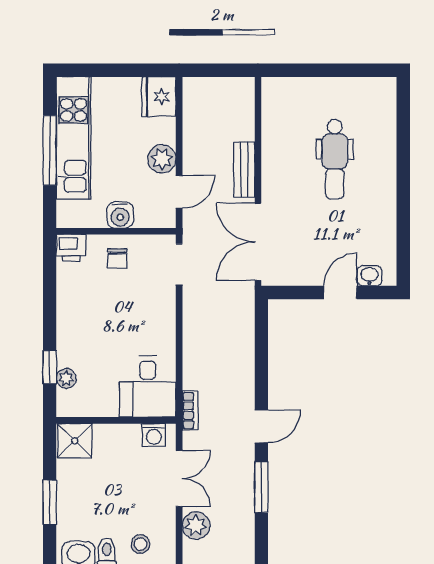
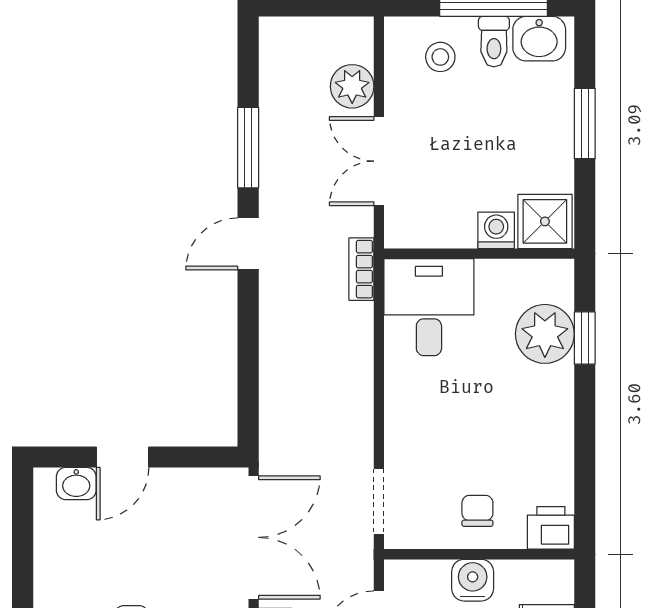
plant: (66, 378) -> (545, 334), width x1.88, depth x1.88
washing machine: (154, 435) -> (496, 230), moved

